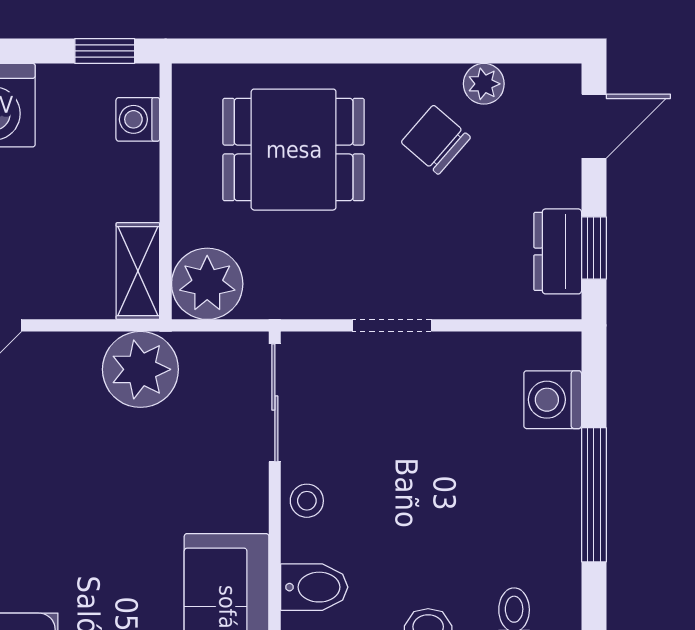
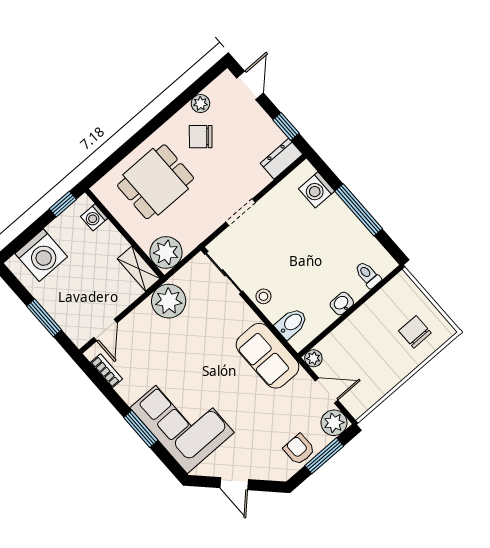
dresser: (558, 251) -> (281, 159), moved, turned 90

